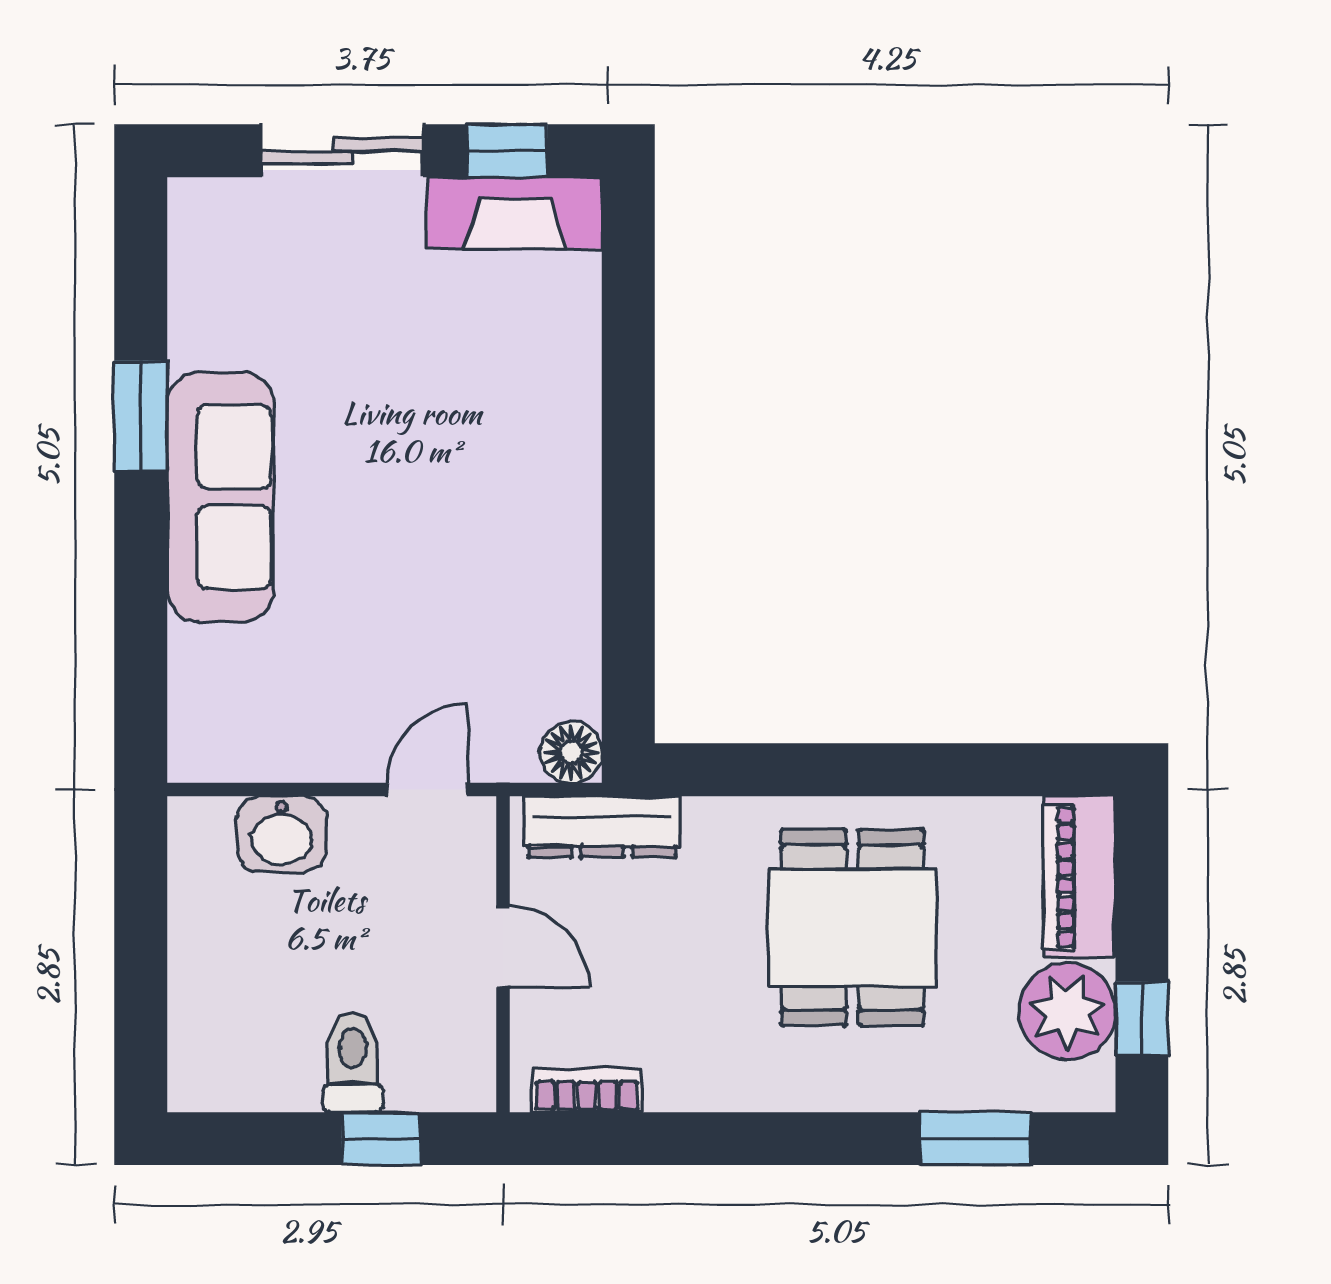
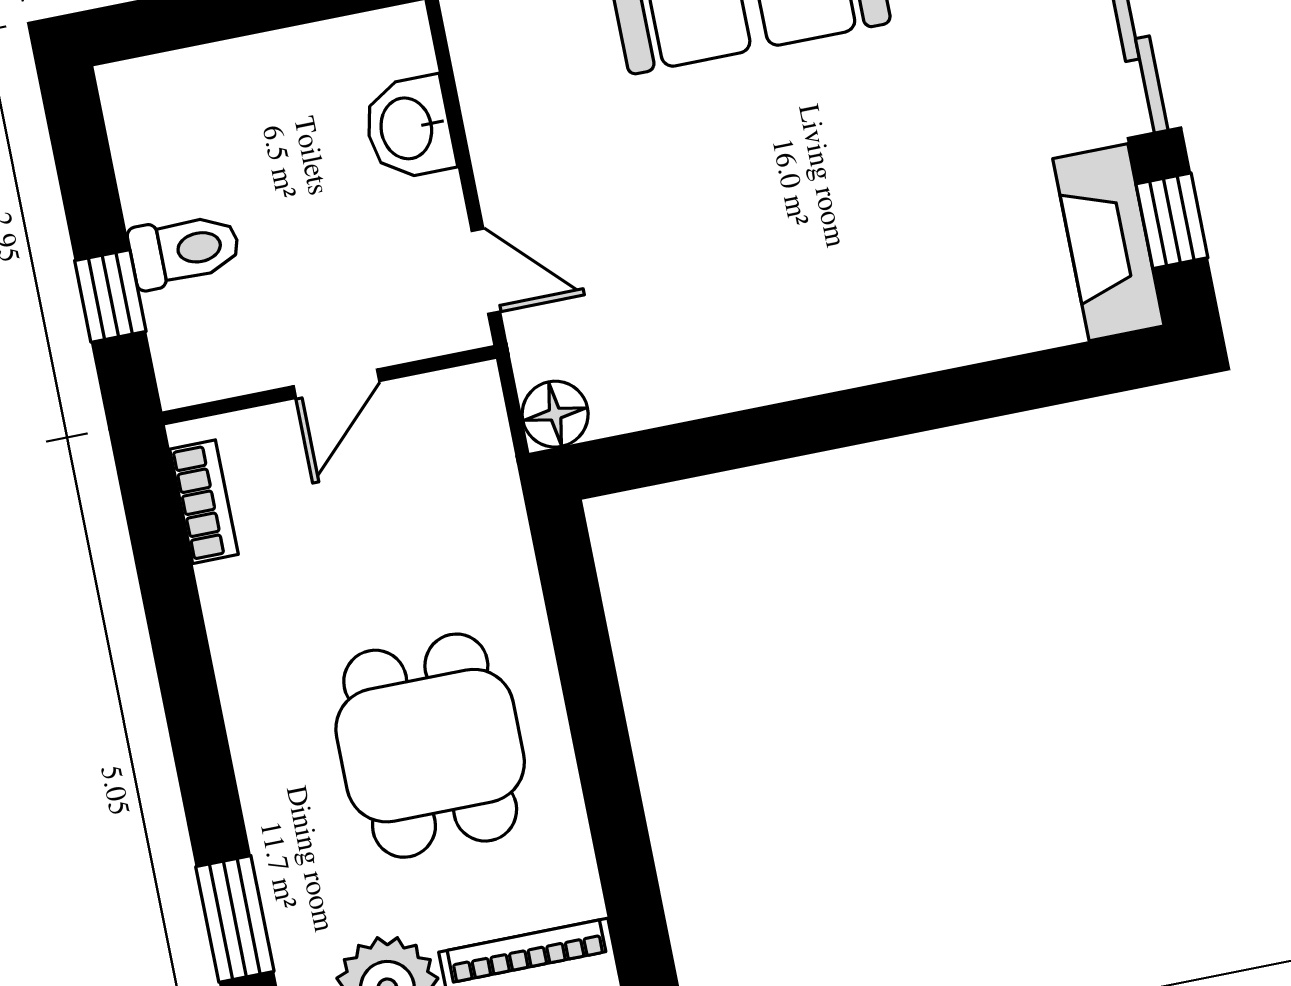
dresser: (602, 827) -> (484, 462), removed
dining table: (852, 928) -> (430, 746), turned 90

